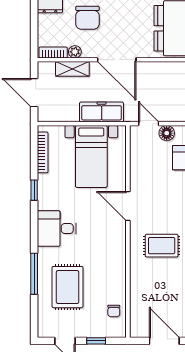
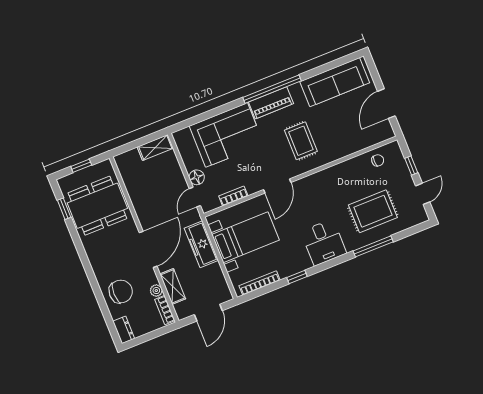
bookcase: (135, 161) -> (233, 196), added

